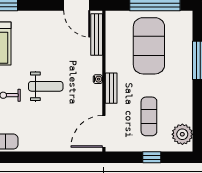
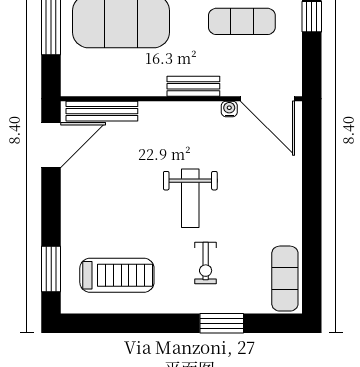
water cooler: (98, 79) -> (229, 109), moved
weight bench: (46, 86) -> (190, 198), turned 180

